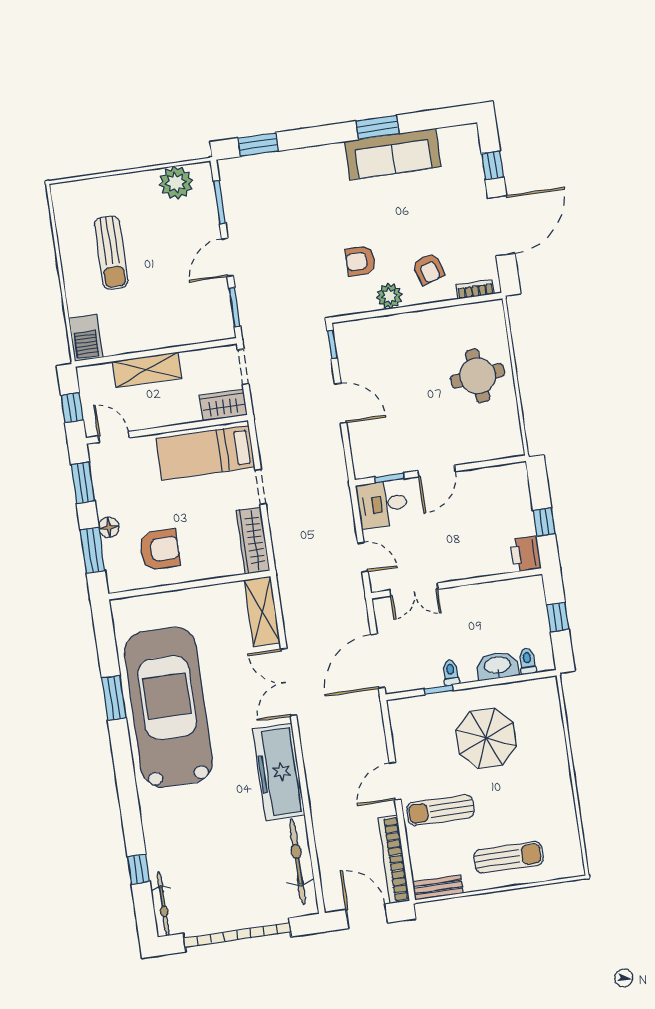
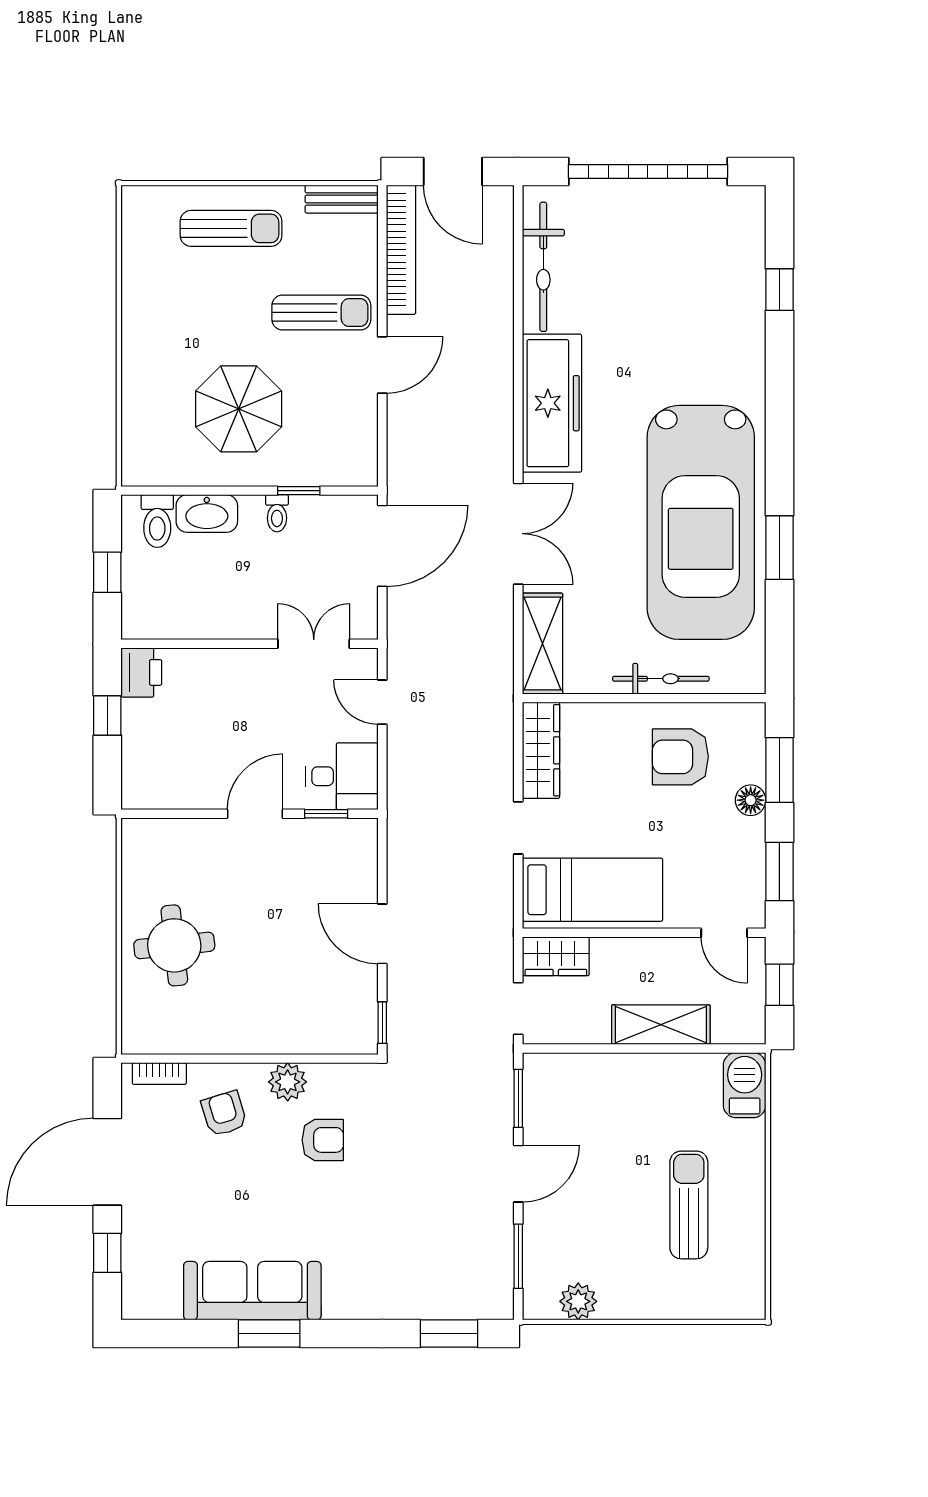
plant: (176, 183) -> (578, 1301), width x0.73, depth x0.73
toilet: (527, 661) -> (157, 521), width x1.37, depth x1.39
sun lounger: (509, 857) -> (231, 228), turned 180
bicycle: (163, 904) -> (661, 679), moved, turned 90

